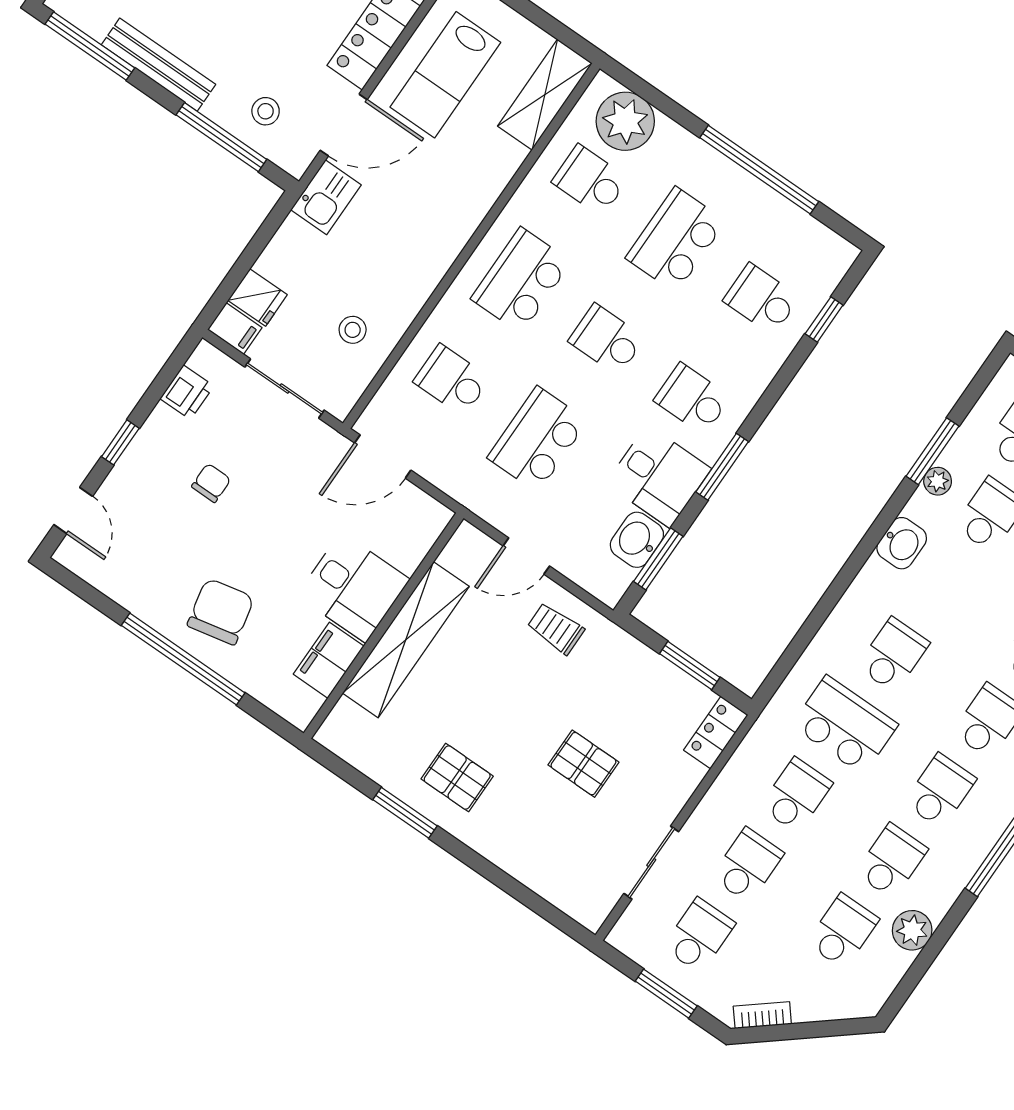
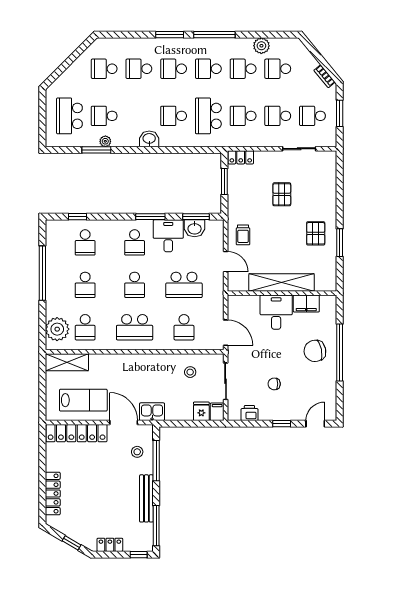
school desk: (676, 240) -> (85, 285), width x0.54
washbasin: (902, 543) -> (149, 139), moved

